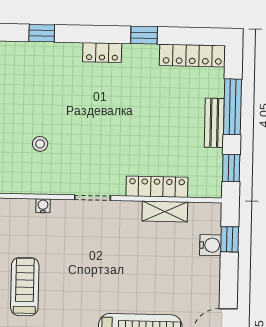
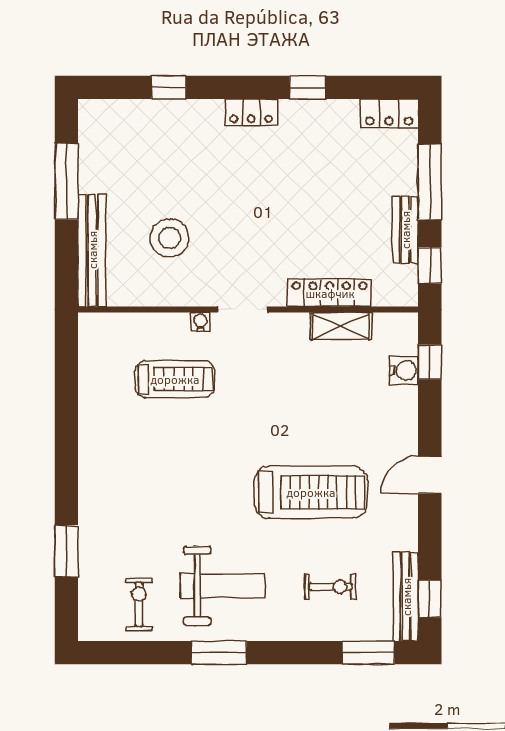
locker: (192, 56) -> (389, 114), width x0.66
bench: (214, 123) -> (405, 230), moved
stool: (40, 144) -> (170, 238), width x1.89, depth x1.89
water cooler: (43, 206) -> (200, 322), moved
treadmill: (25, 287) -> (175, 379), moved, turned 90

